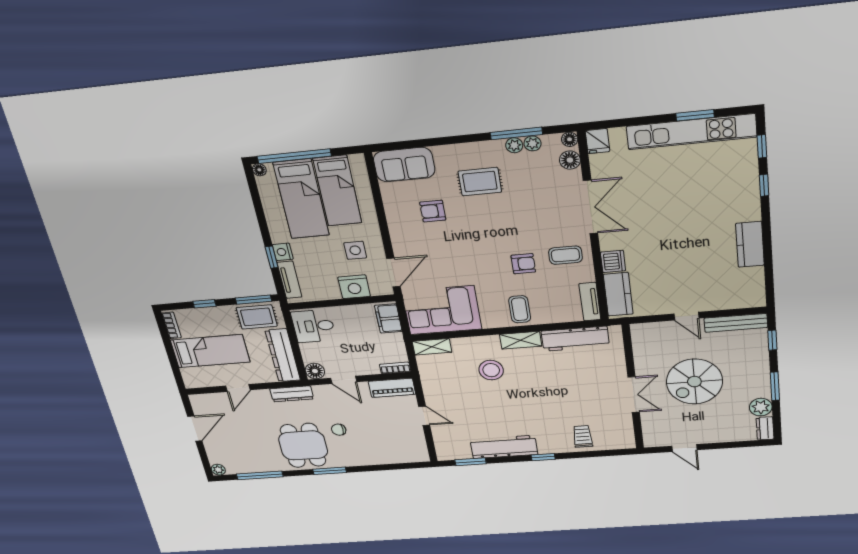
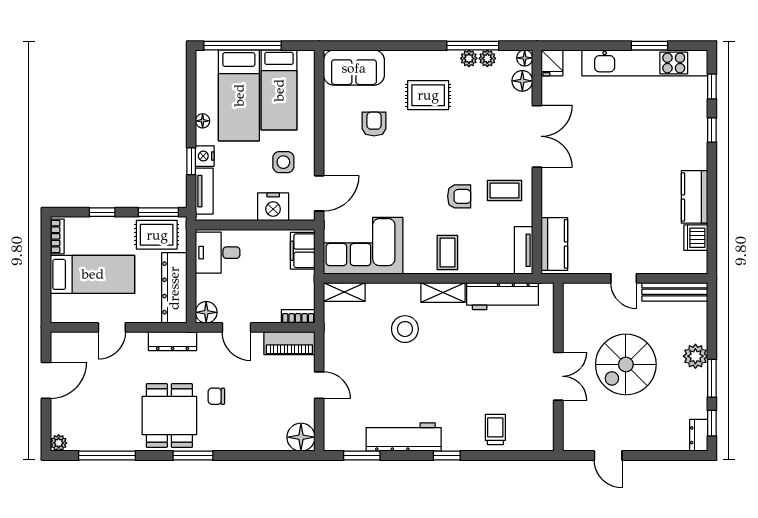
floor lamp: (259, 170) -> (203, 121), moved
armchair: (433, 211) -> (374, 124), turned 90
dishwasher: (613, 261) -> (696, 238), moved, turned 180
window: (772, 340) -> (712, 423), moved
plant: (761, 407) -> (695, 356), moved
floor lamp: (416, 453) -> (301, 437), added

